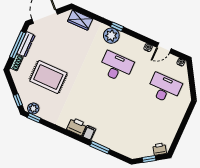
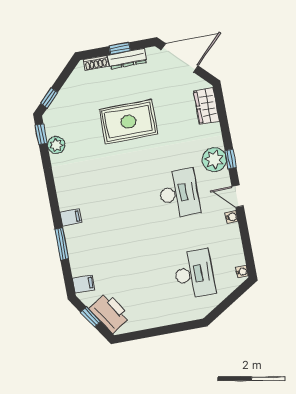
window: (18, 45) -> (120, 48), width x0.46
door: (164, 48) -> (238, 196), moved
rug: (48, 77) -> (128, 122), moved, turned 90
plant: (33, 108) -> (56, 145), moved
printer: (77, 127) -> (68, 196), removed
printer: (160, 149) -> (110, 313), width x1.87, depth x1.48
filing cabinet: (129, 151) -> (84, 284), added

